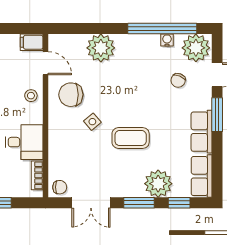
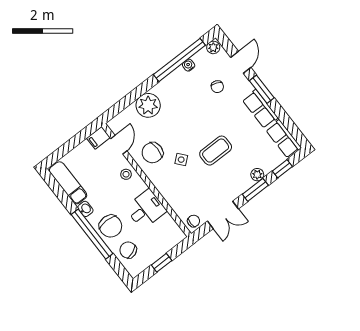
plant: (196, 48) -> (213, 47), width x0.53, depth x0.53
door: (46, 63) -> (119, 145), hinge flipped
bookcase: (37, 175) -> (172, 225), removed
plant: (158, 184) -> (257, 175), width x0.53, depth x0.53

